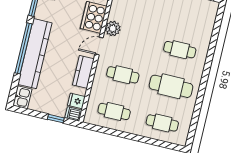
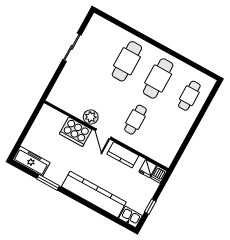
window: (24, 48) -> (86, 203), removed
cafe table: (180, 50) -> (127, 61), width x1.37, depth x1.35
cafe table: (114, 111) -> (167, 137), removed
window: (56, 119) -> (150, 207), moved

